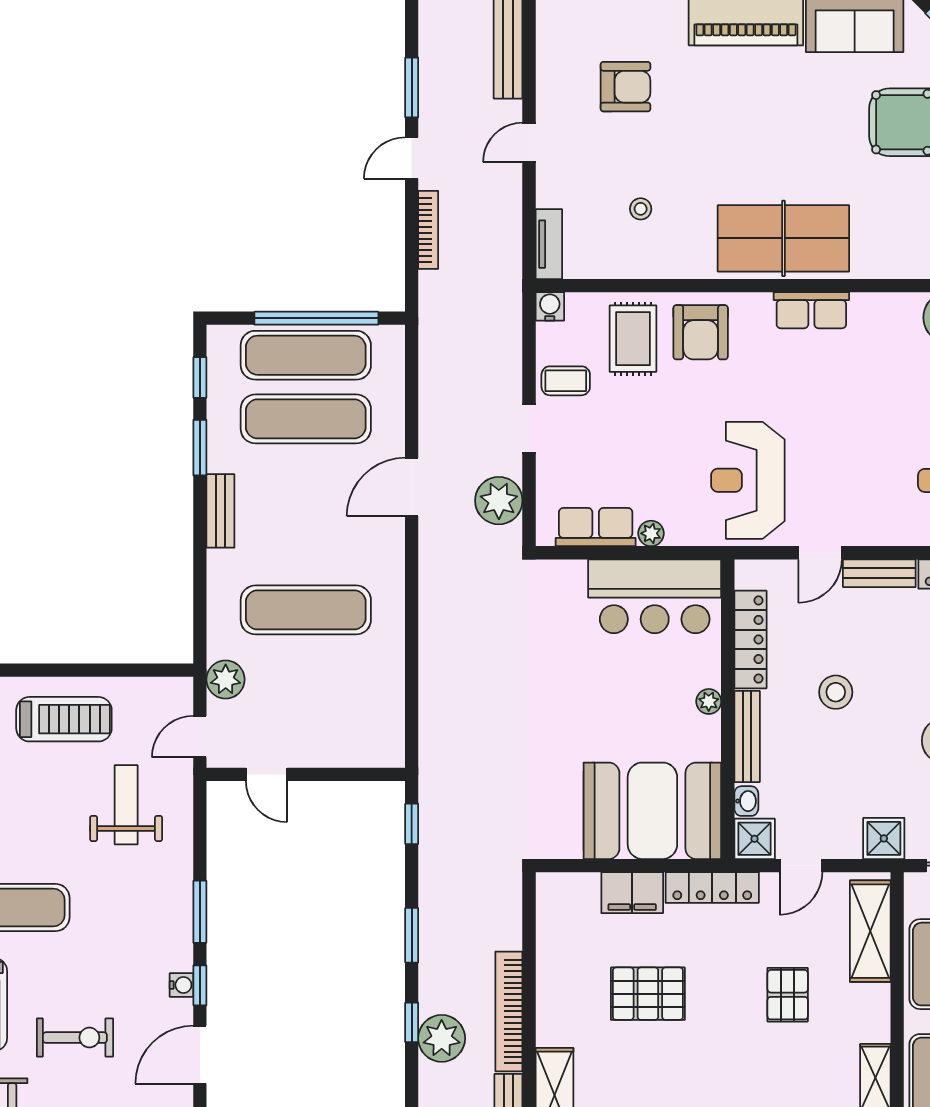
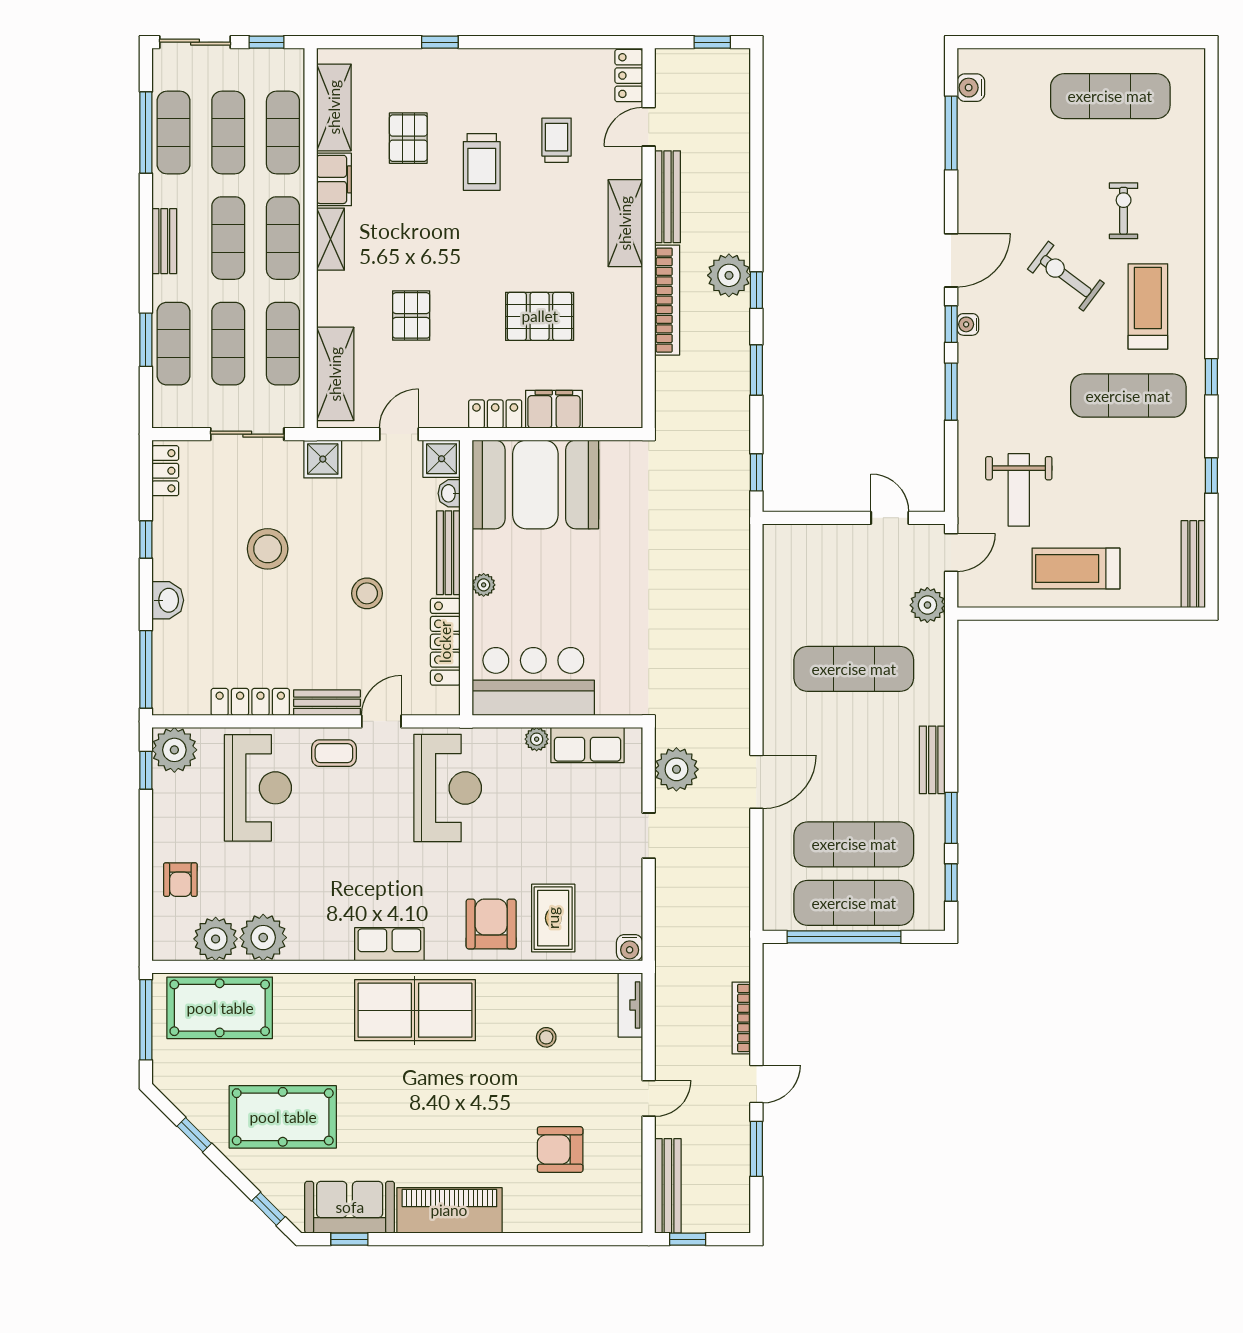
coffee table: (566, 381) -> (334, 753), moved
locker: (712, 887) -> (495, 414), width x0.66
exercise bike: (75, 1038) -> (1066, 276), turned 37

